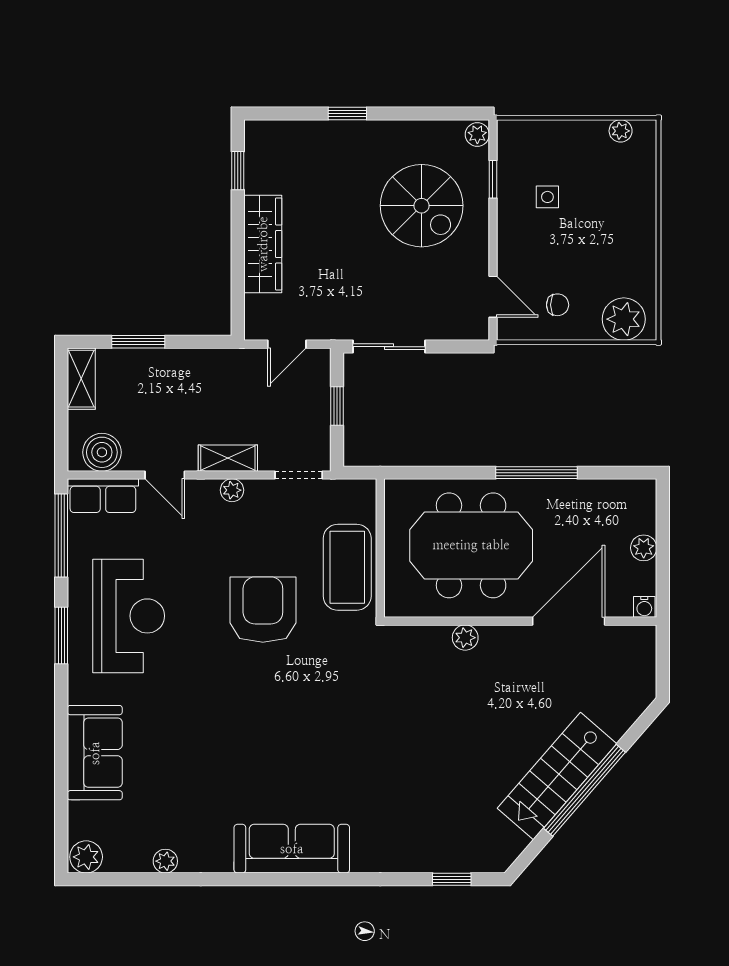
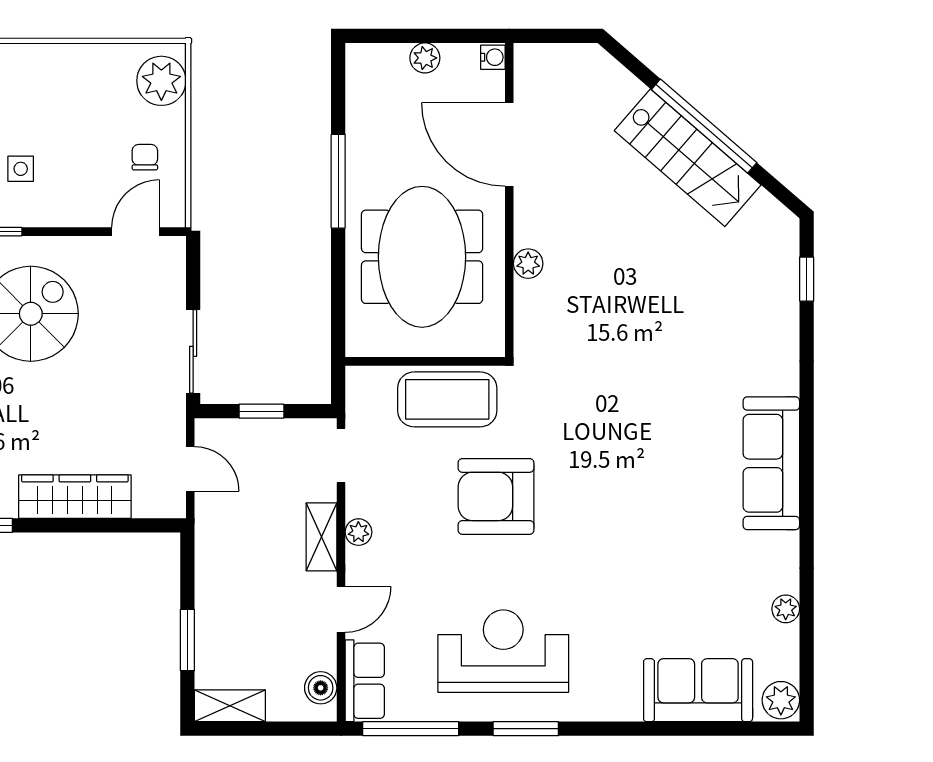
boiler: (102, 452) -> (321, 688), width x0.73, depth x0.73
sofa: (95, 753) -> (698, 690), moved

